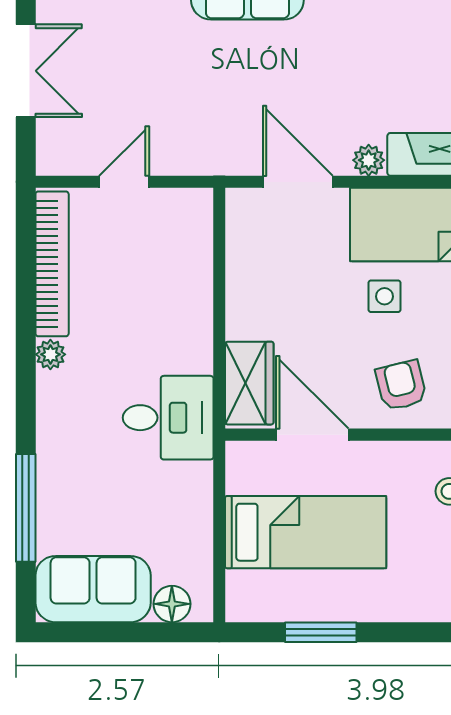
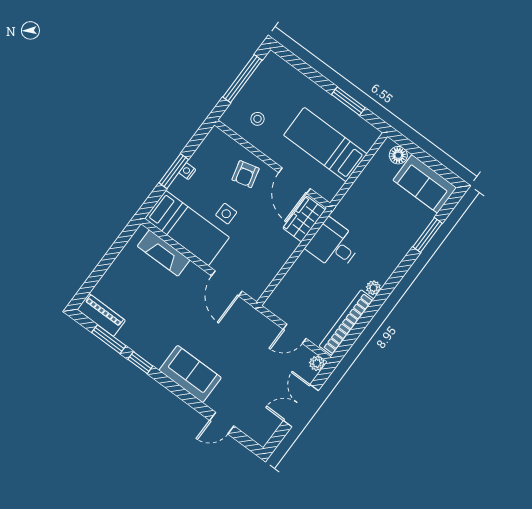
plant: (369, 160) -> (317, 363), moved
desk: (168, 418) -> (334, 245), moved
window: (26, 508) -> (427, 235), width x0.69

